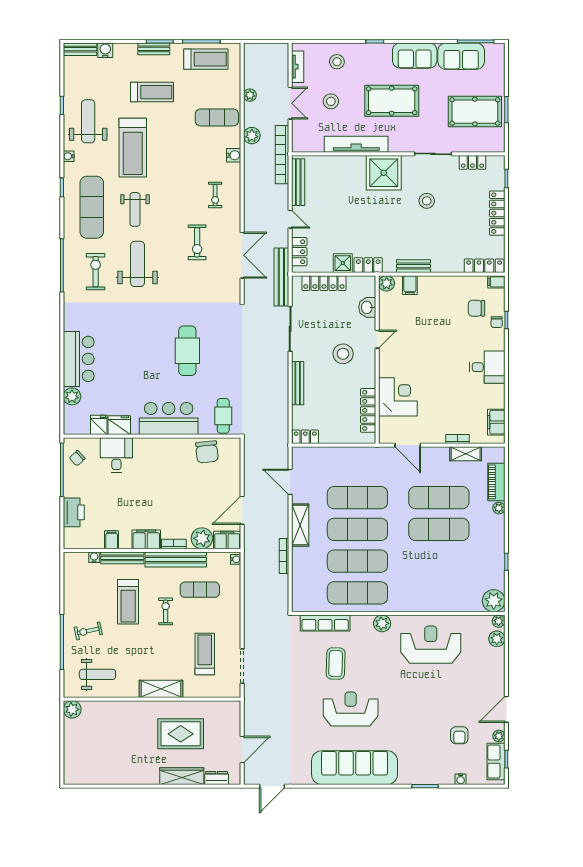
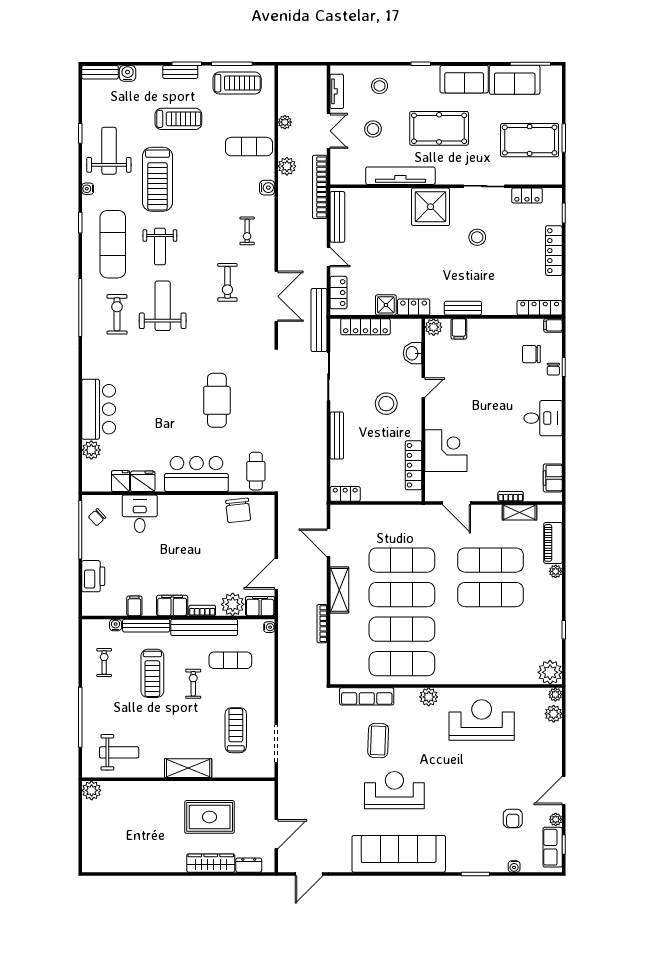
exercise bike: (88, 631) -> (104, 662), moved, turned 102

